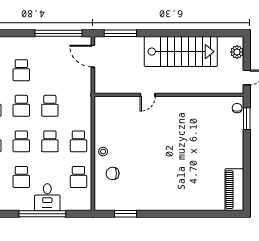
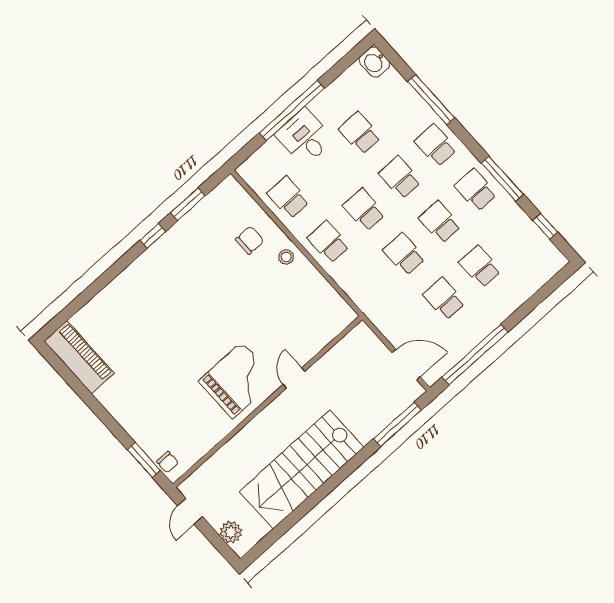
school desk: (50, 70) -> (444, 299), added
grand piano: (174, 117) -> (237, 380), added
window: (154, 214) -> (153, 236), added

